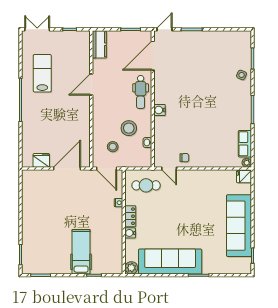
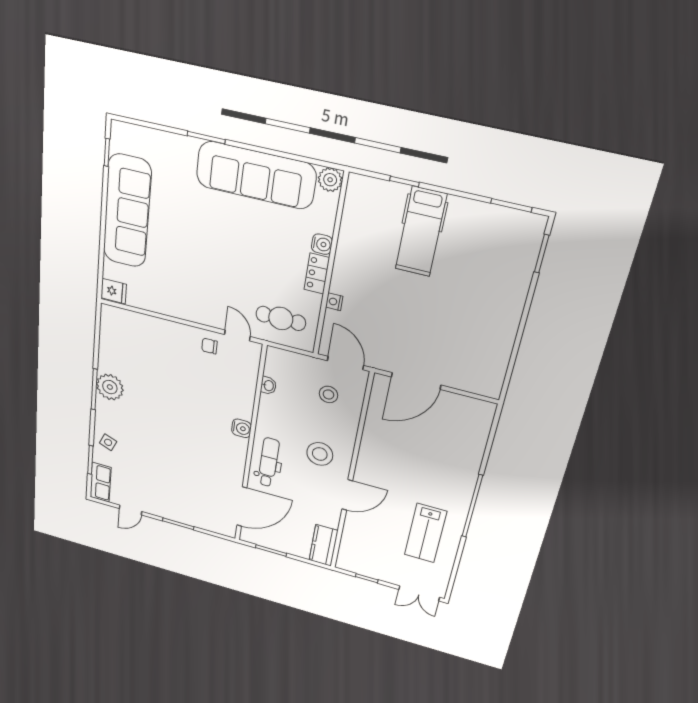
door: (165, 29) -> (131, 510), moved
stool: (129, 128) -> (320, 454), moved
row of seats: (245, 144) -> (101, 482), moved
fridge: (41, 160) -> (459, 406), removed
plant: (247, 163) -> (110, 387), moved, width x1.87, depth x1.87

